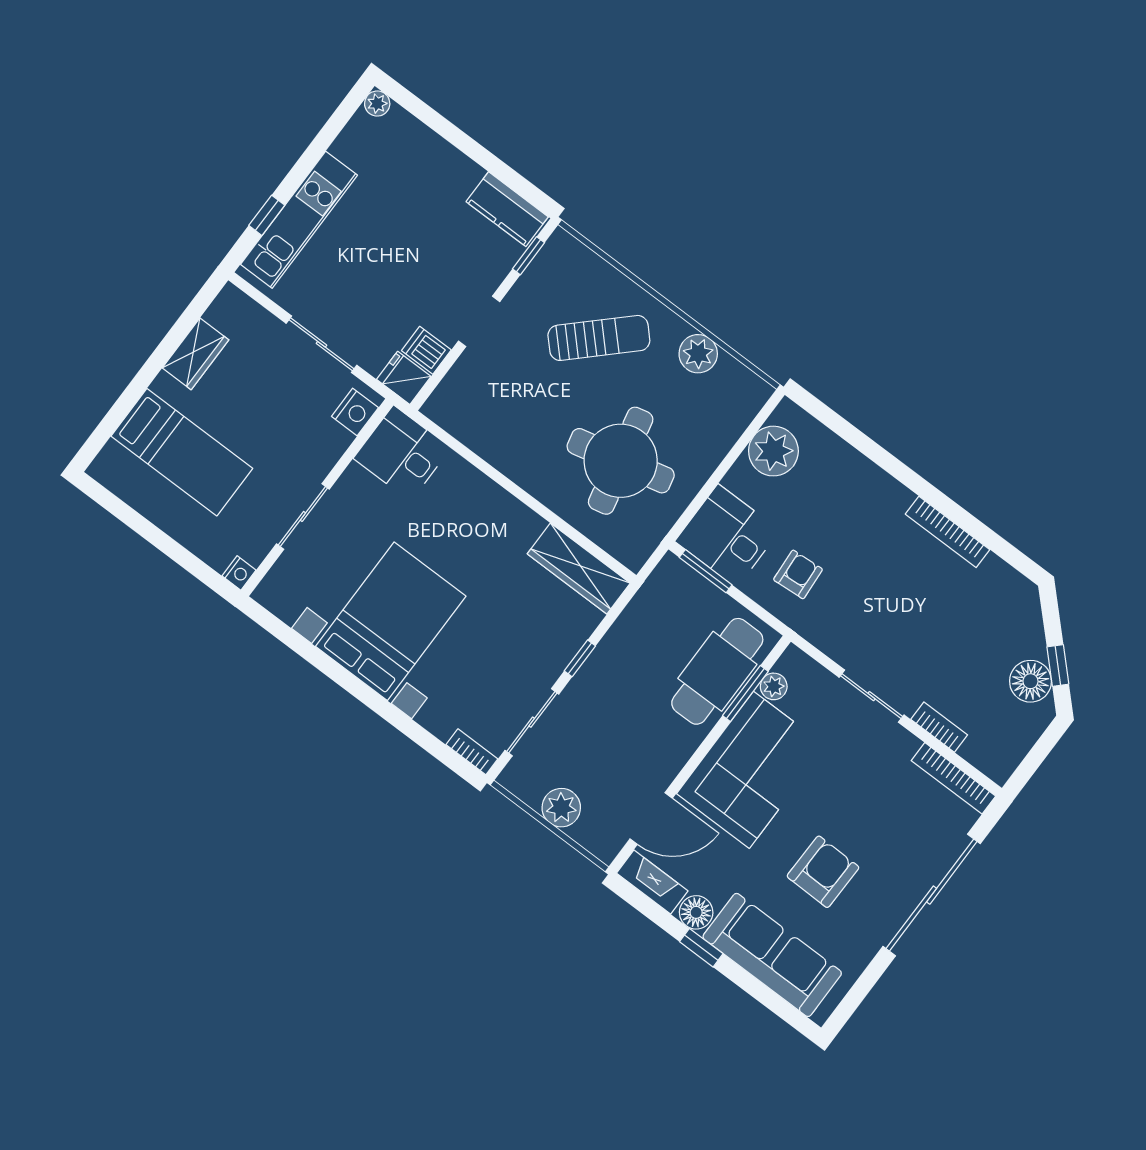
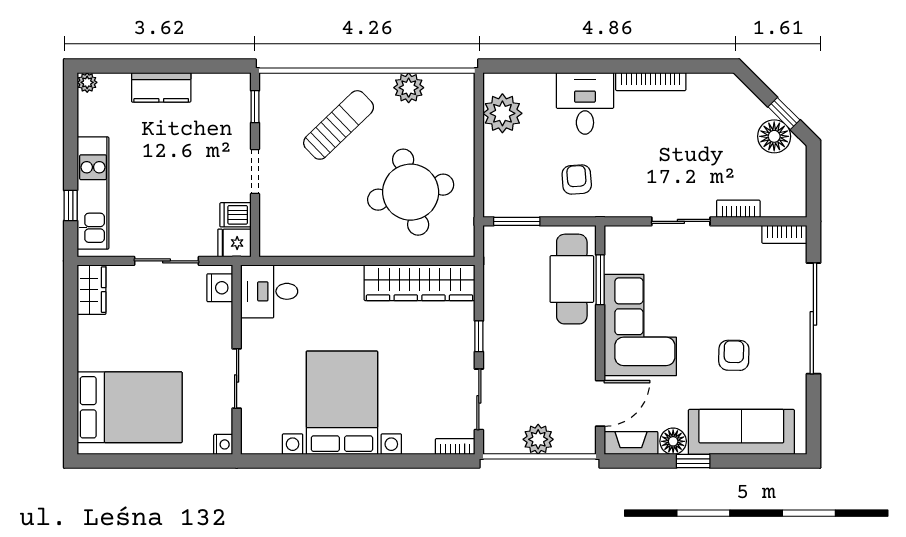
kitchen counter: (507, 209) -> (161, 87), moved
wardrobe: (196, 354) -> (92, 290), moved
bed: (182, 452) -> (130, 407), width x1.50
desk: (727, 536) -> (585, 103), moved, turned 90
wardrobe: (579, 569) -> (420, 283), width x1.40, depth x1.17
plant: (774, 686) -> (615, 262), removed
bookcase: (953, 778) -> (784, 234), width x0.64
armchair: (823, 872) -> (734, 355), width x0.72, depth x0.72

